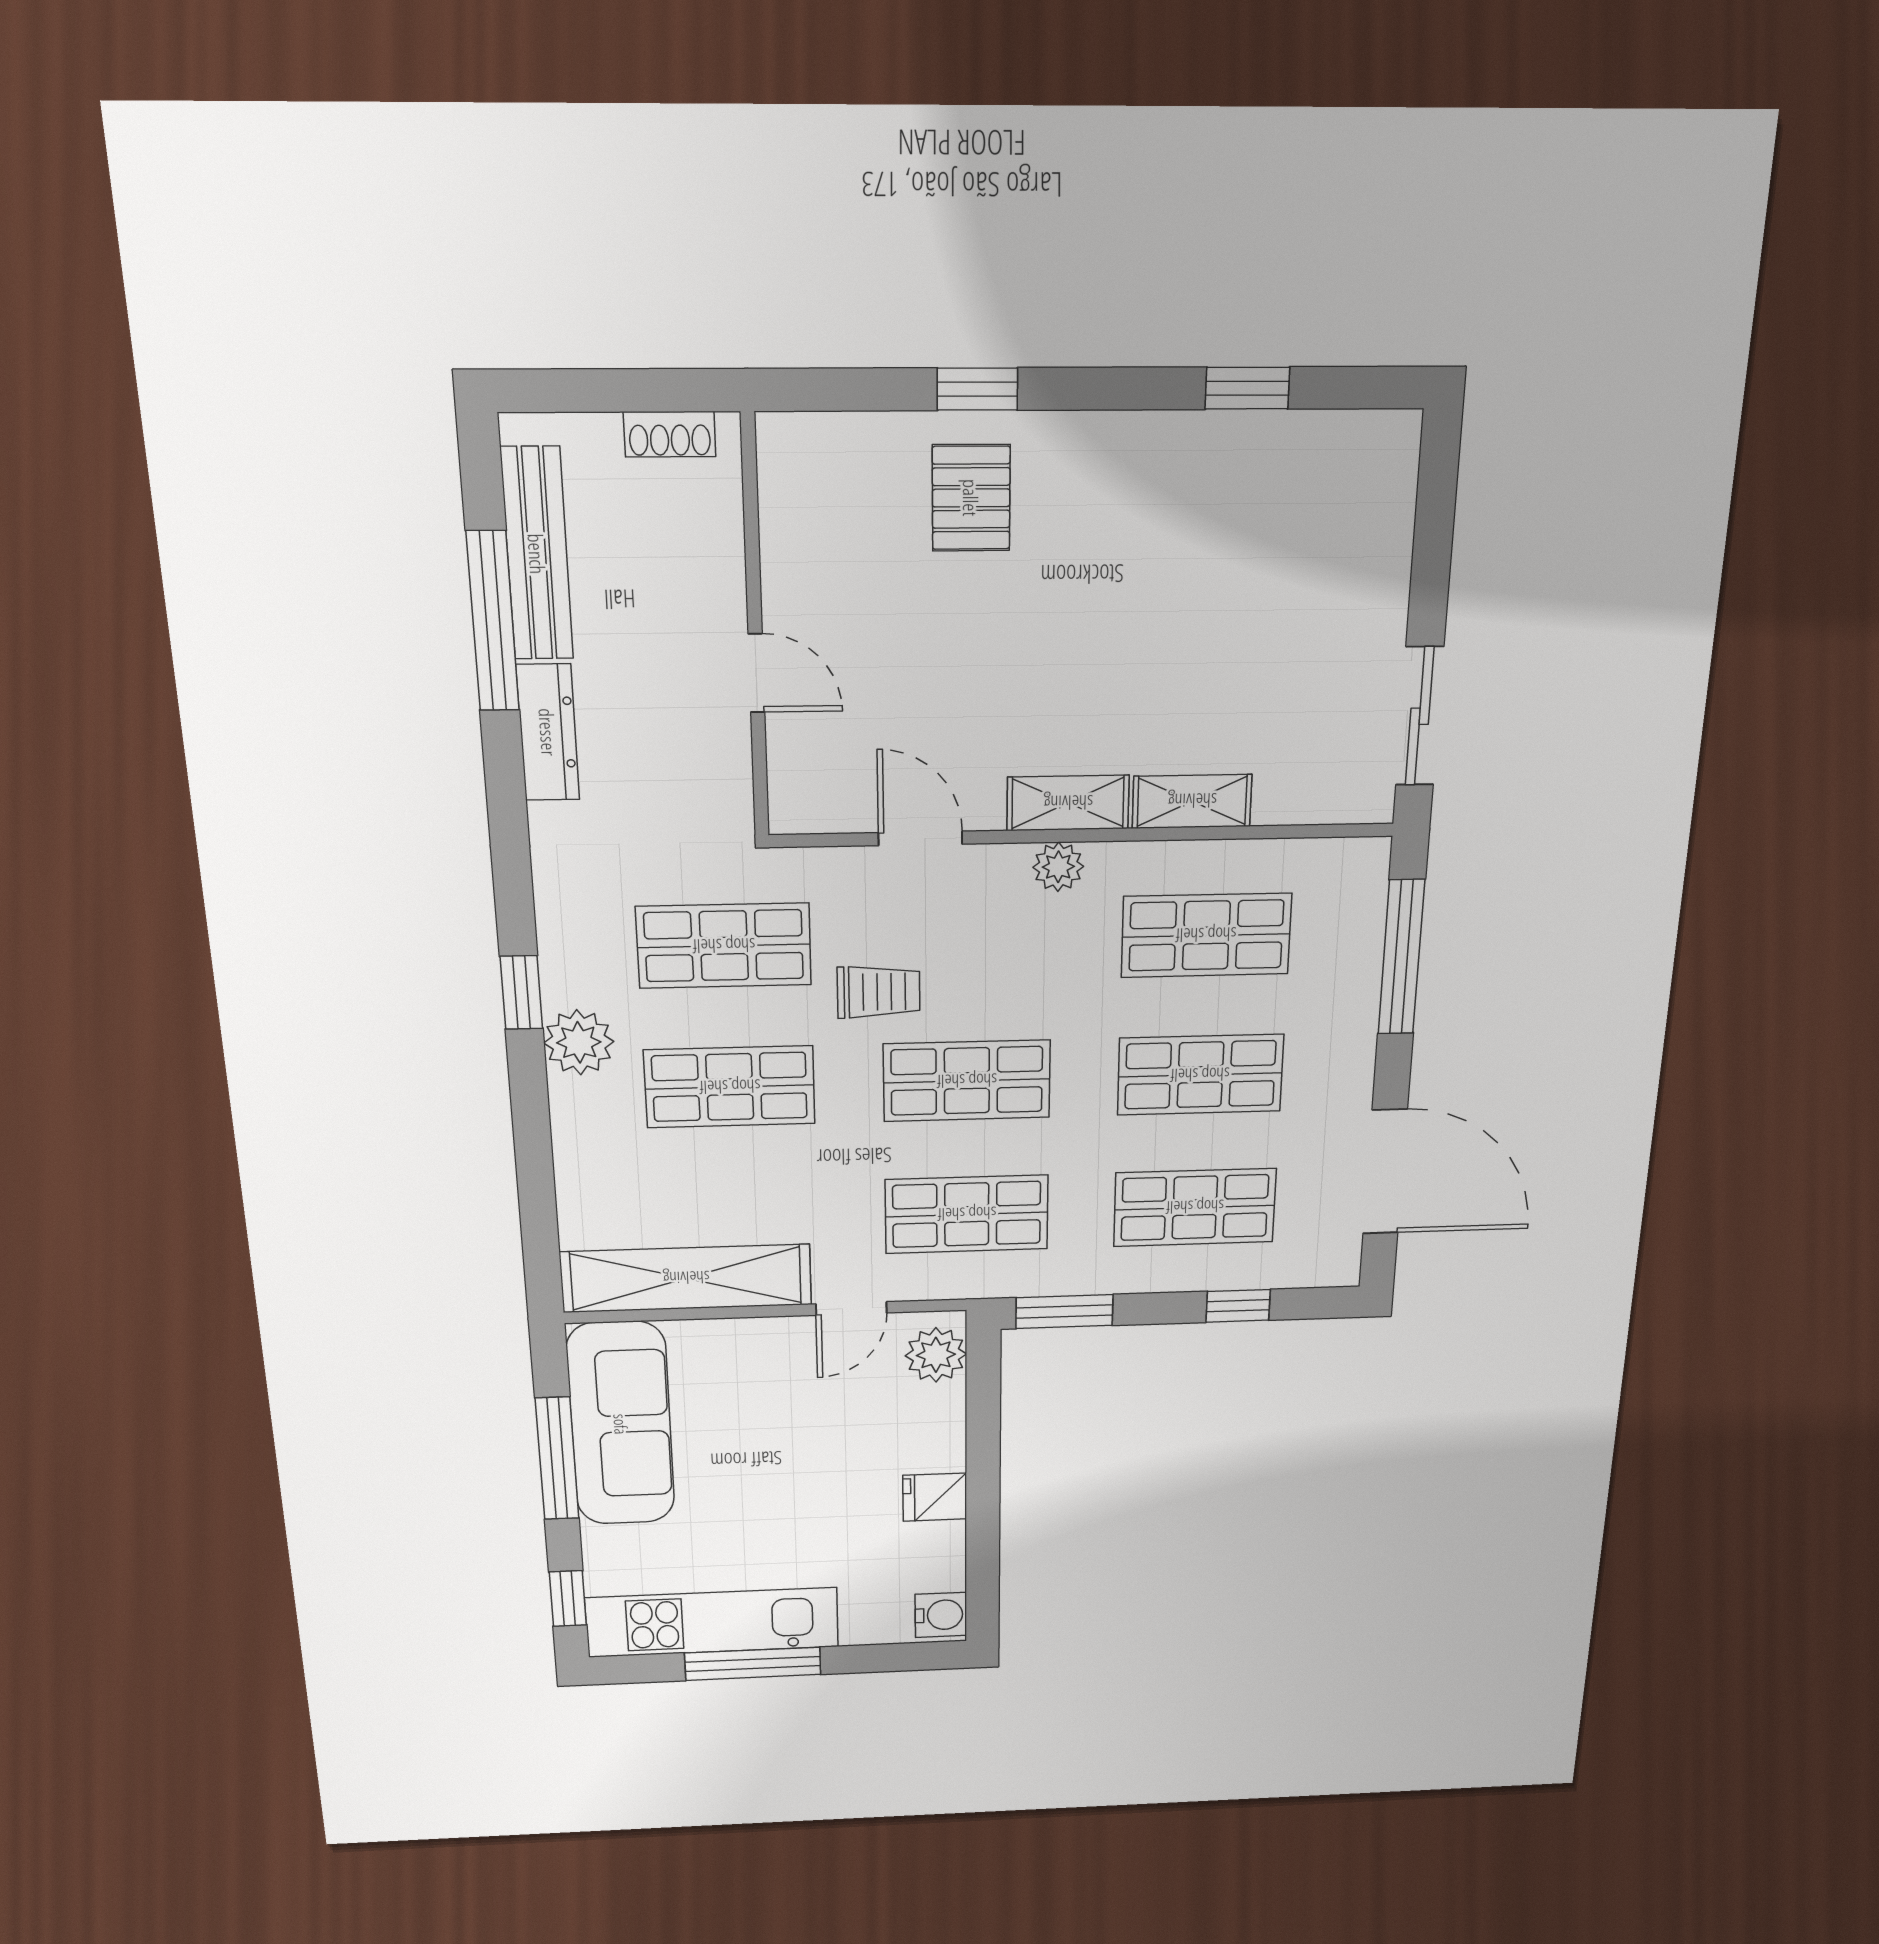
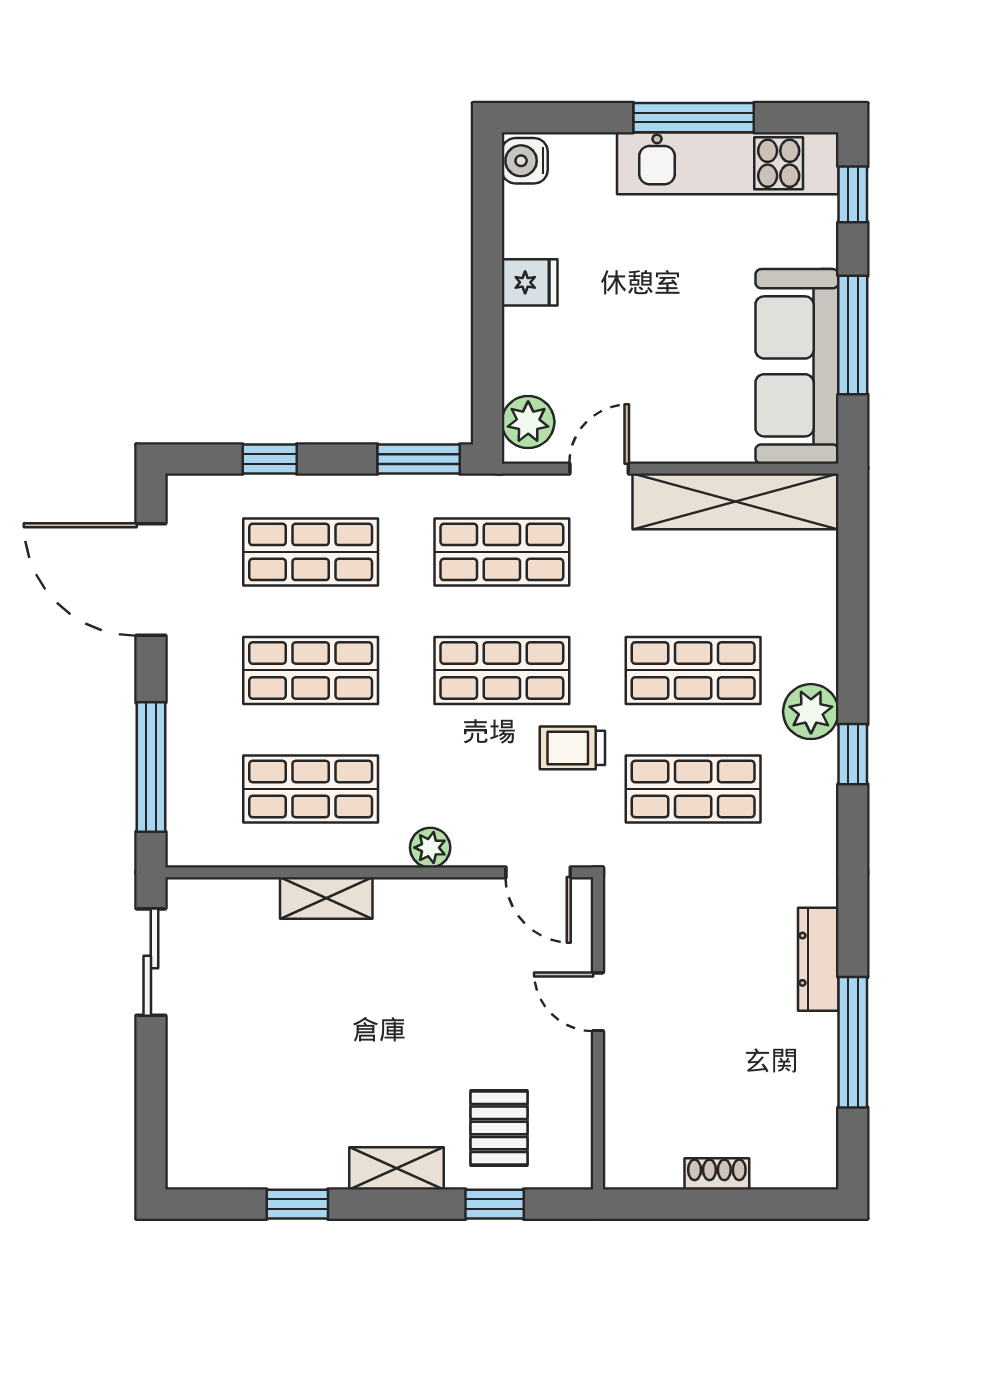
bench: (537, 554) -> (817, 1091), removed
wall: (755, 630) -> (598, 1033), moved
door: (756, 673) -> (598, 1002), moved
shelving: (1068, 803) -> (396, 1168), moved

